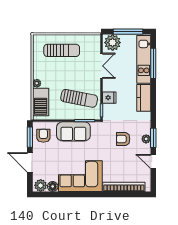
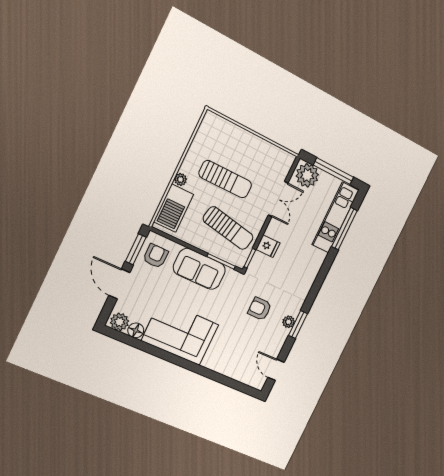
sun lounger: (62, 50) -> (225, 179), moved
kitchen counter: (144, 98) -> (311, 267), removed
door: (153, 162) -> (276, 370), moved
bookcase: (124, 187) -> (231, 371), removed

